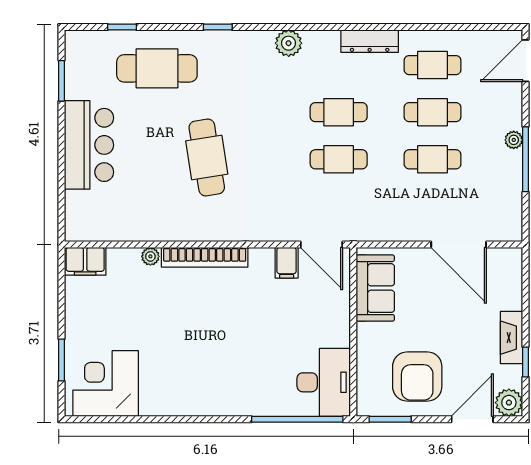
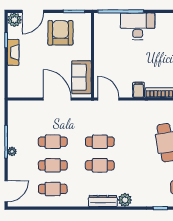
dresser: (370, 41) -> (103, 201), moved
door: (459, 245) -> (57, 99), moved
filing cabinet: (287, 263) -> (139, 90), moved
desk: (324, 382) -> (138, 26), moved, turned 90

